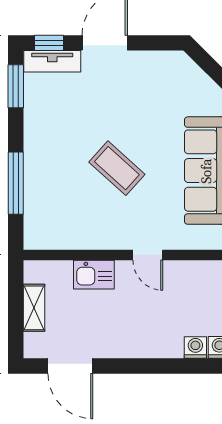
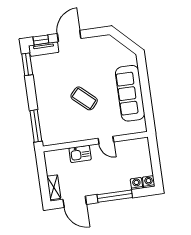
window: (16, 183) -> (36, 126), moved
shelving: (34, 308) -> (54, 187), moved
window: (150, 366) -> (115, 196), added

